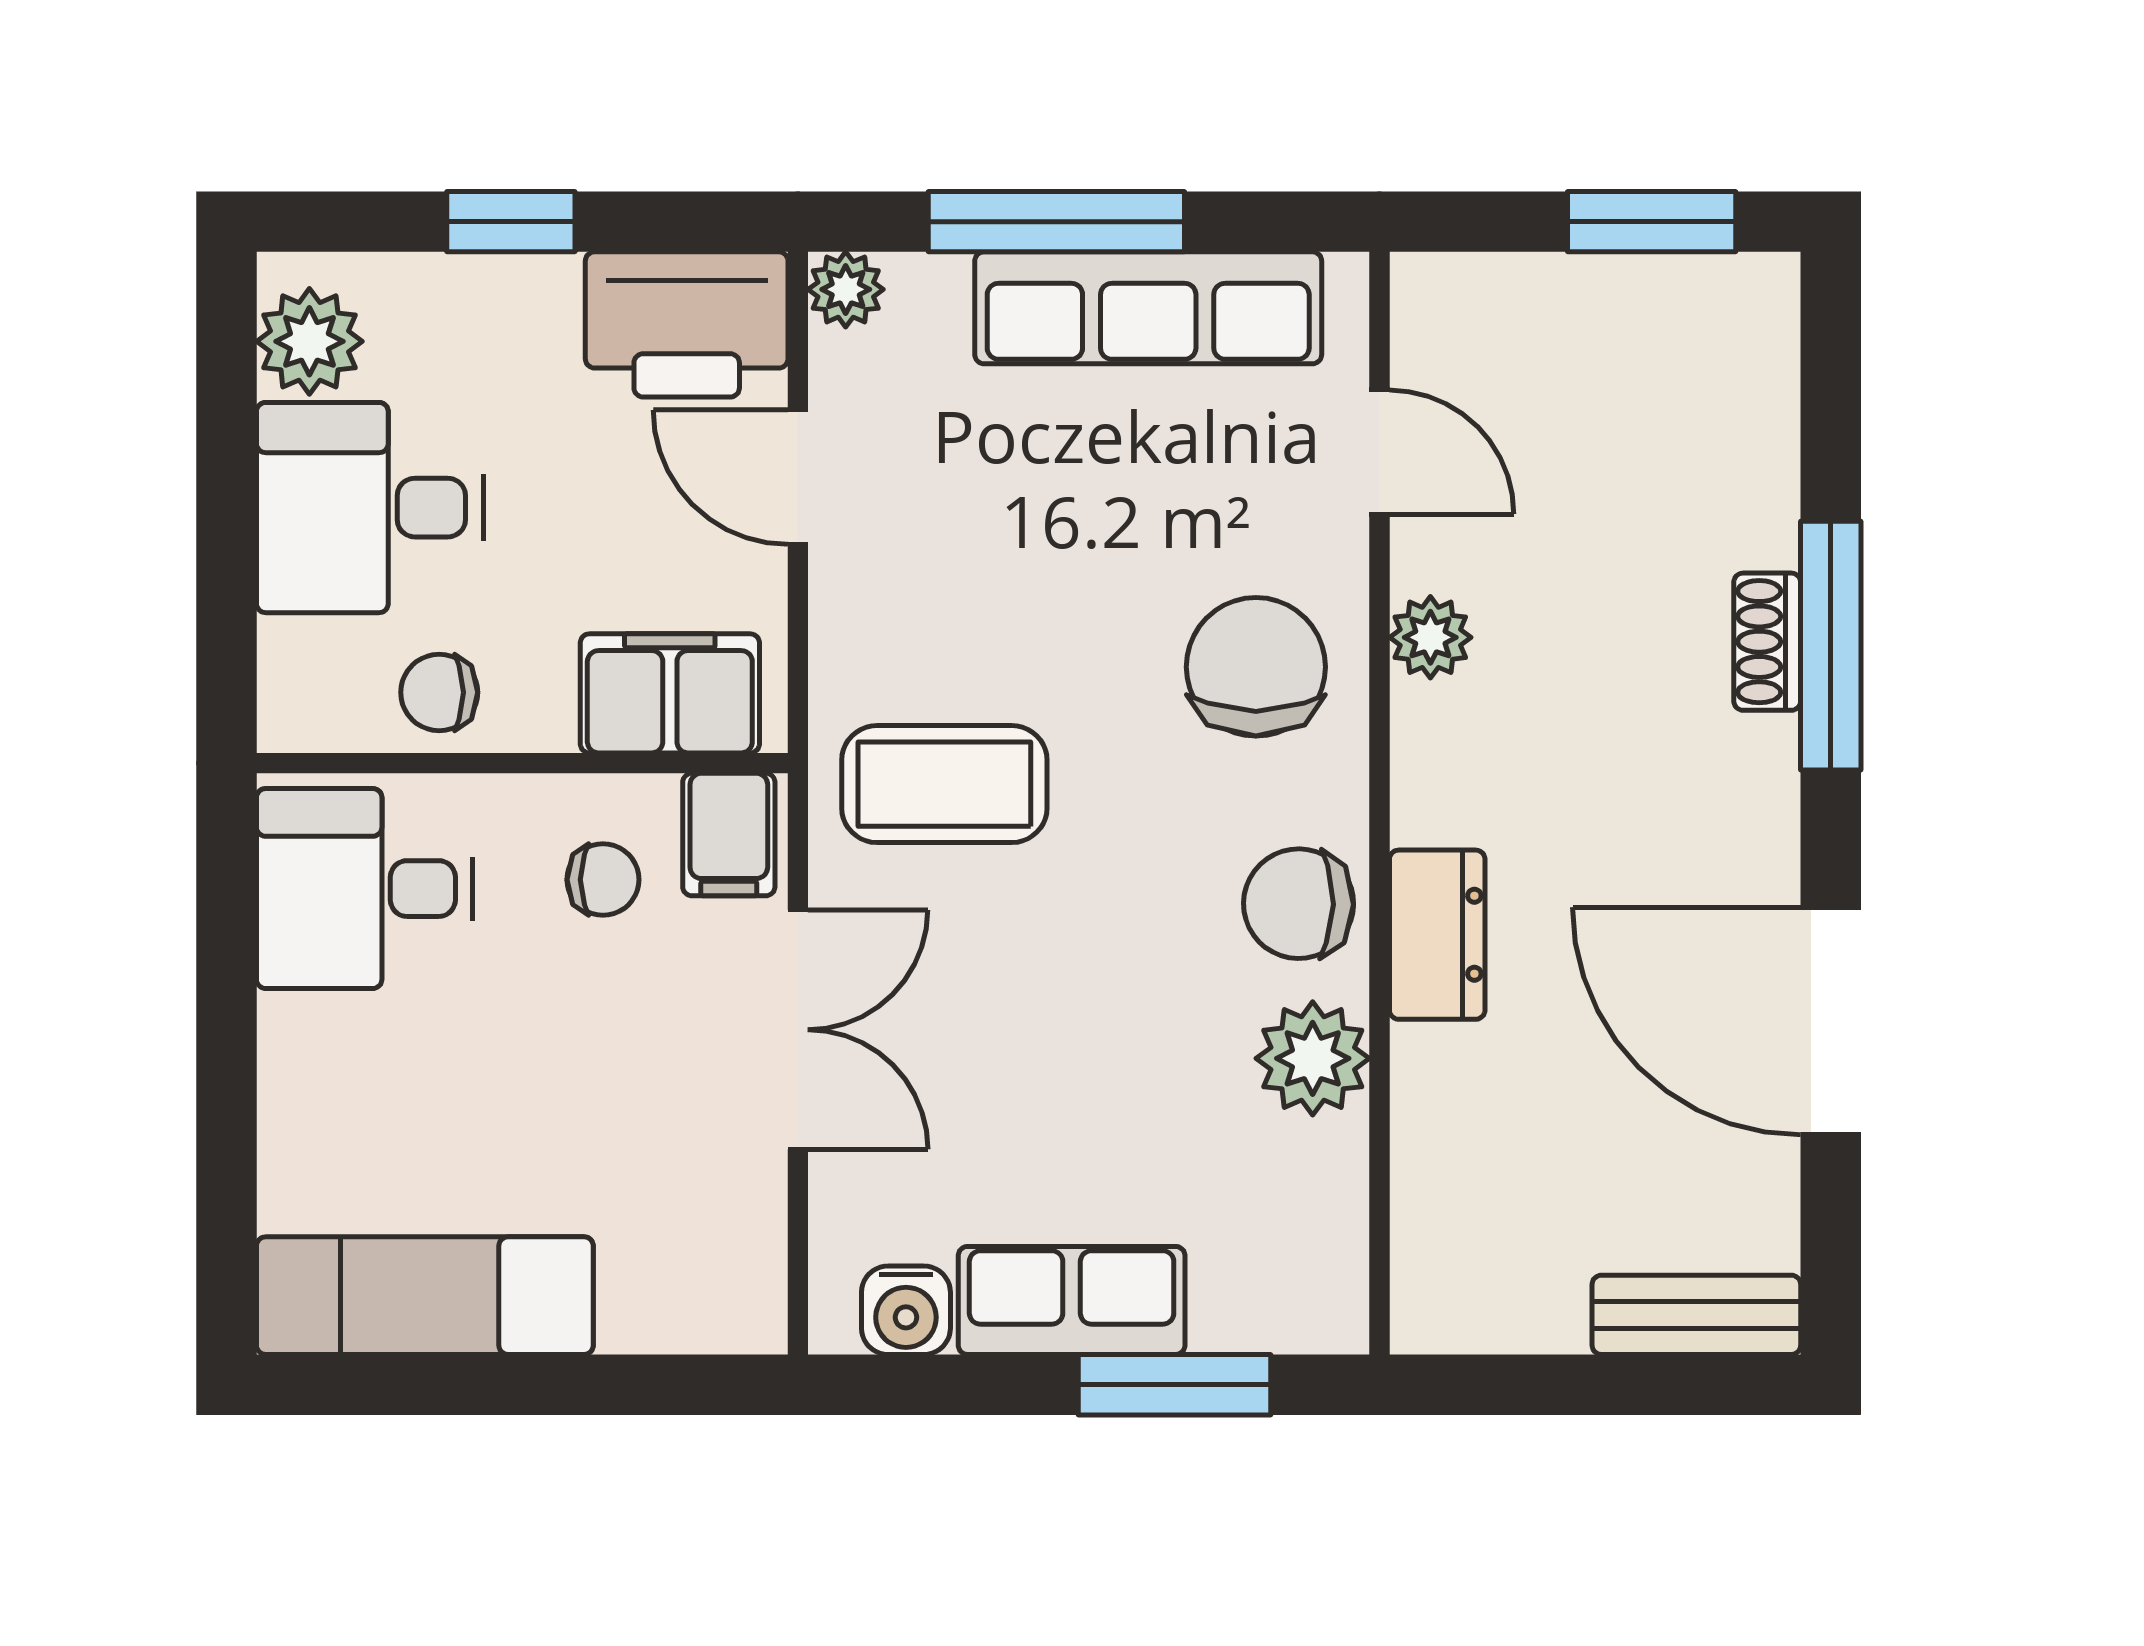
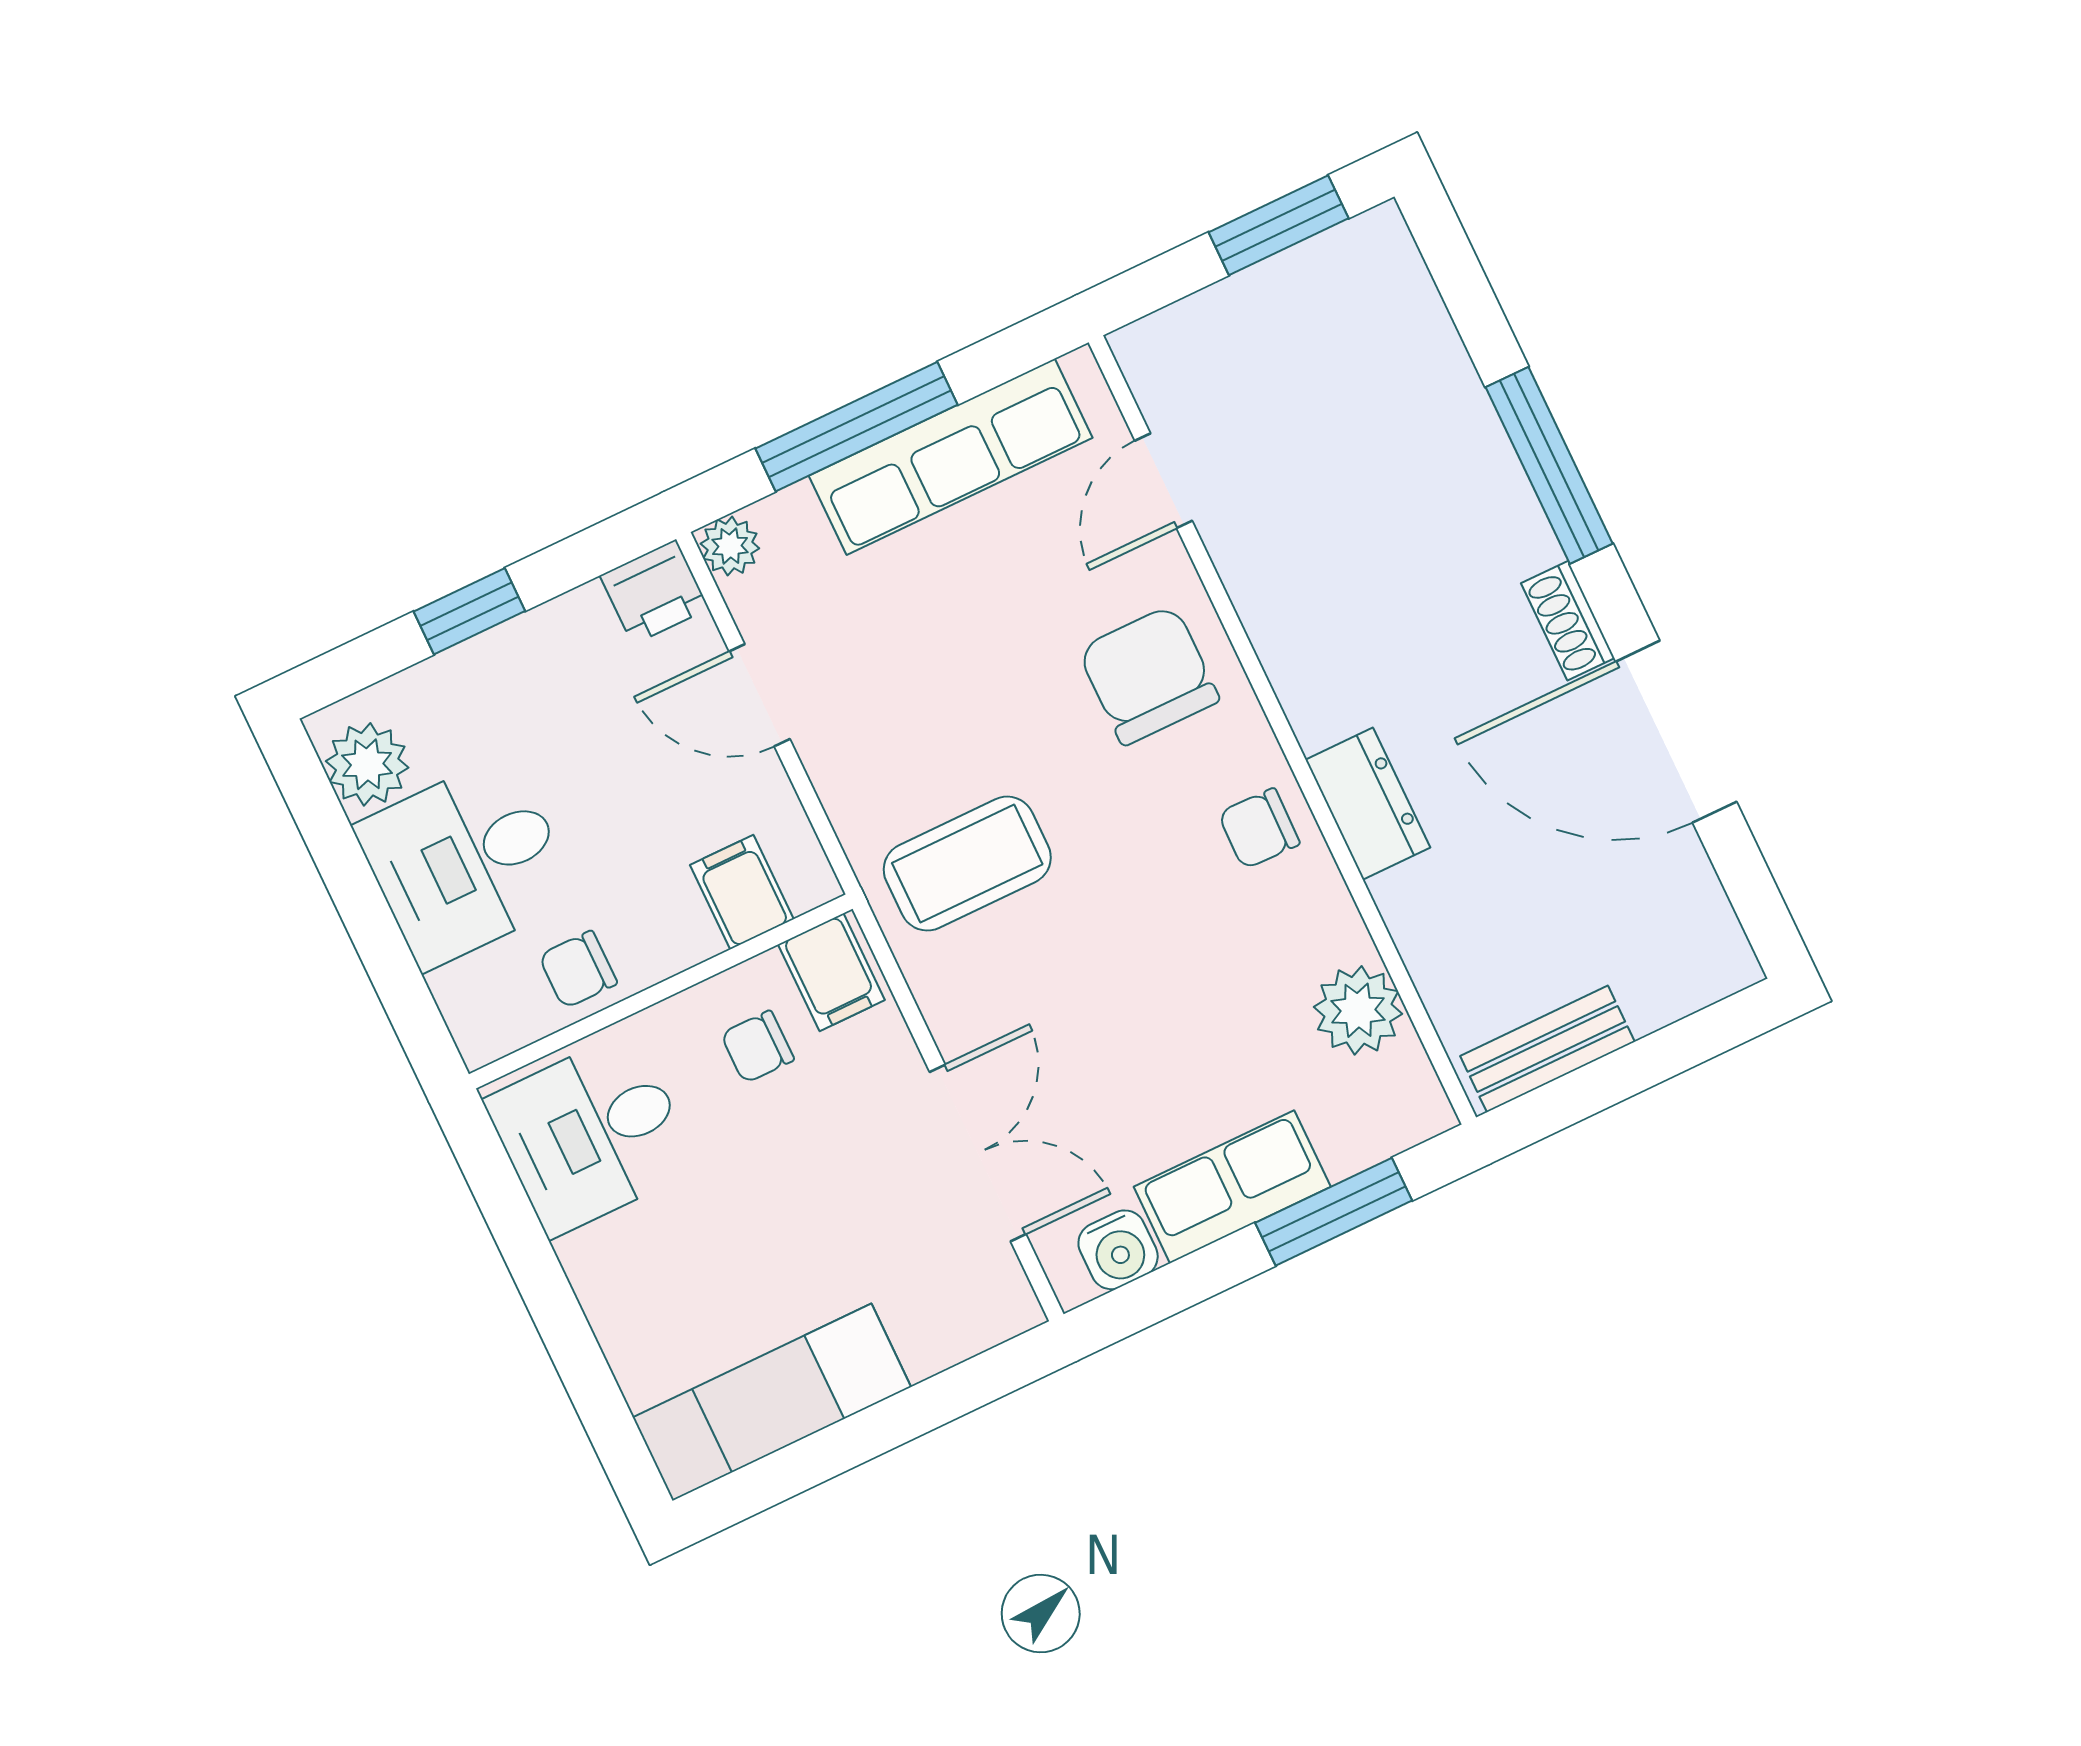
printer: (687, 324) -> (654, 592), width x0.53, depth x0.68
door: (1379, 452) -> (1164, 481), swing flipped
plant: (1430, 637) -> (1262, 595), removed
shoe rack: (1767, 642) -> (1568, 621), moved
filing cabinet: (670, 693) -> (742, 892), width x0.50
chair: (603, 880) -> (757, 1047), turned 180
chair: (1299, 904) -> (1259, 829), width x0.73, depth x0.73
double door: (798, 1030) -> (978, 1153), moved
plant: (1313, 1058) -> (1358, 1010), moved
bench: (1696, 1315) -> (1547, 1049), moved

